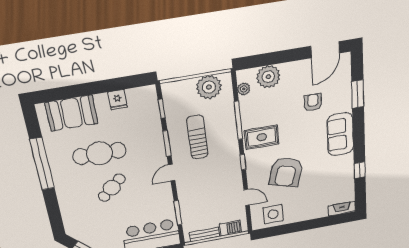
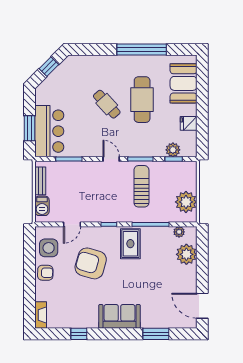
armchair: (313, 102) -> (45, 273), moved
plant: (151, 111) -> (173, 150), added
sun lounger: (197, 137) -> (141, 186), turned -90

